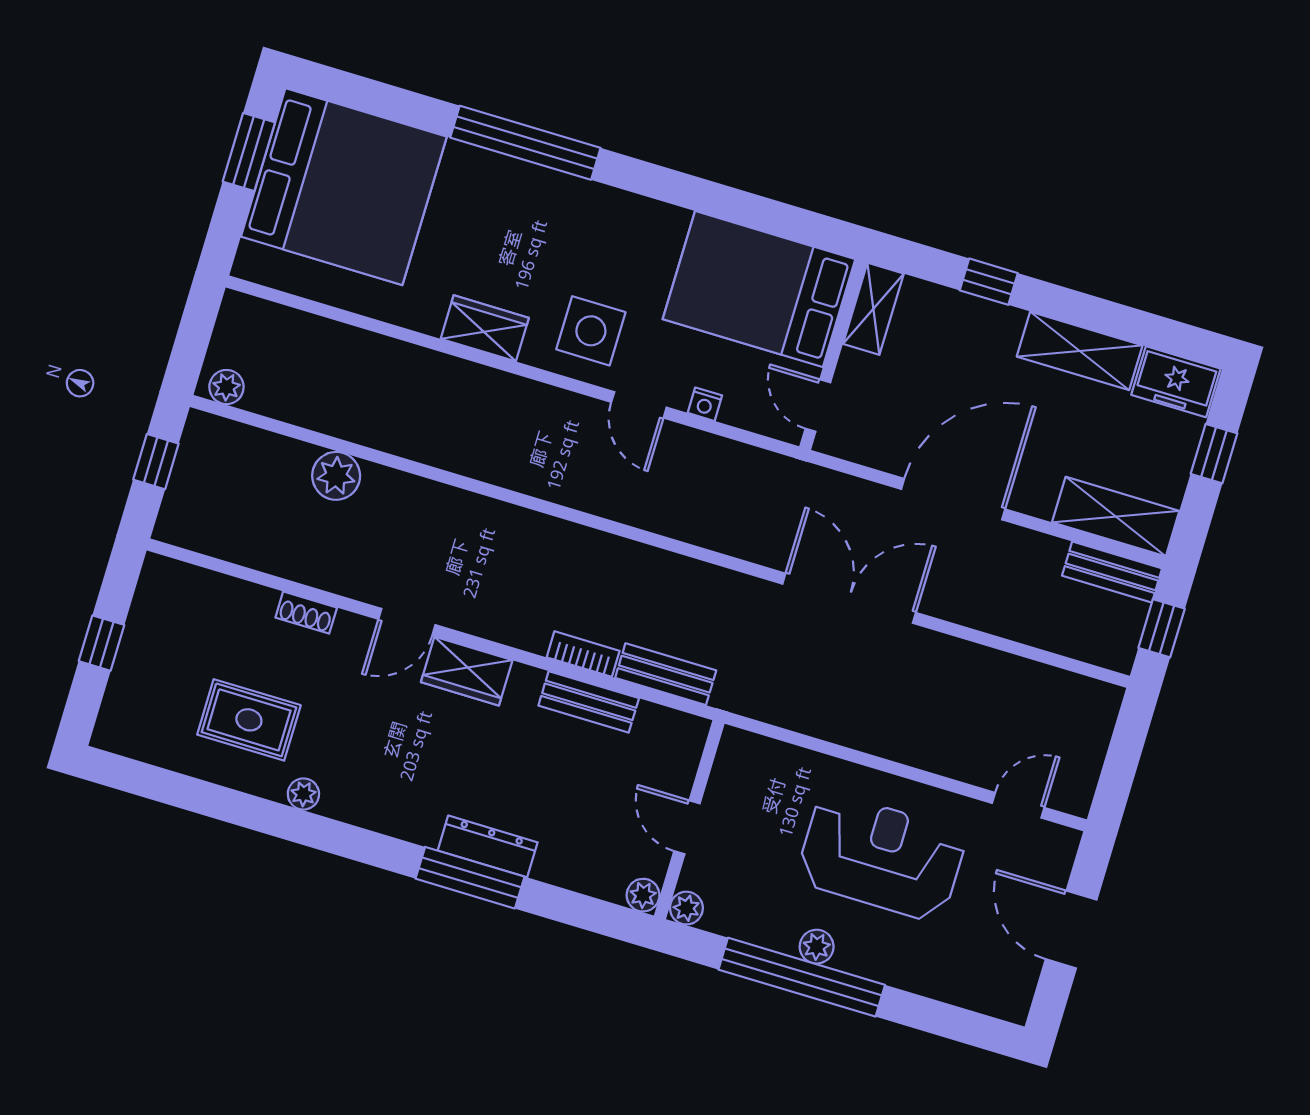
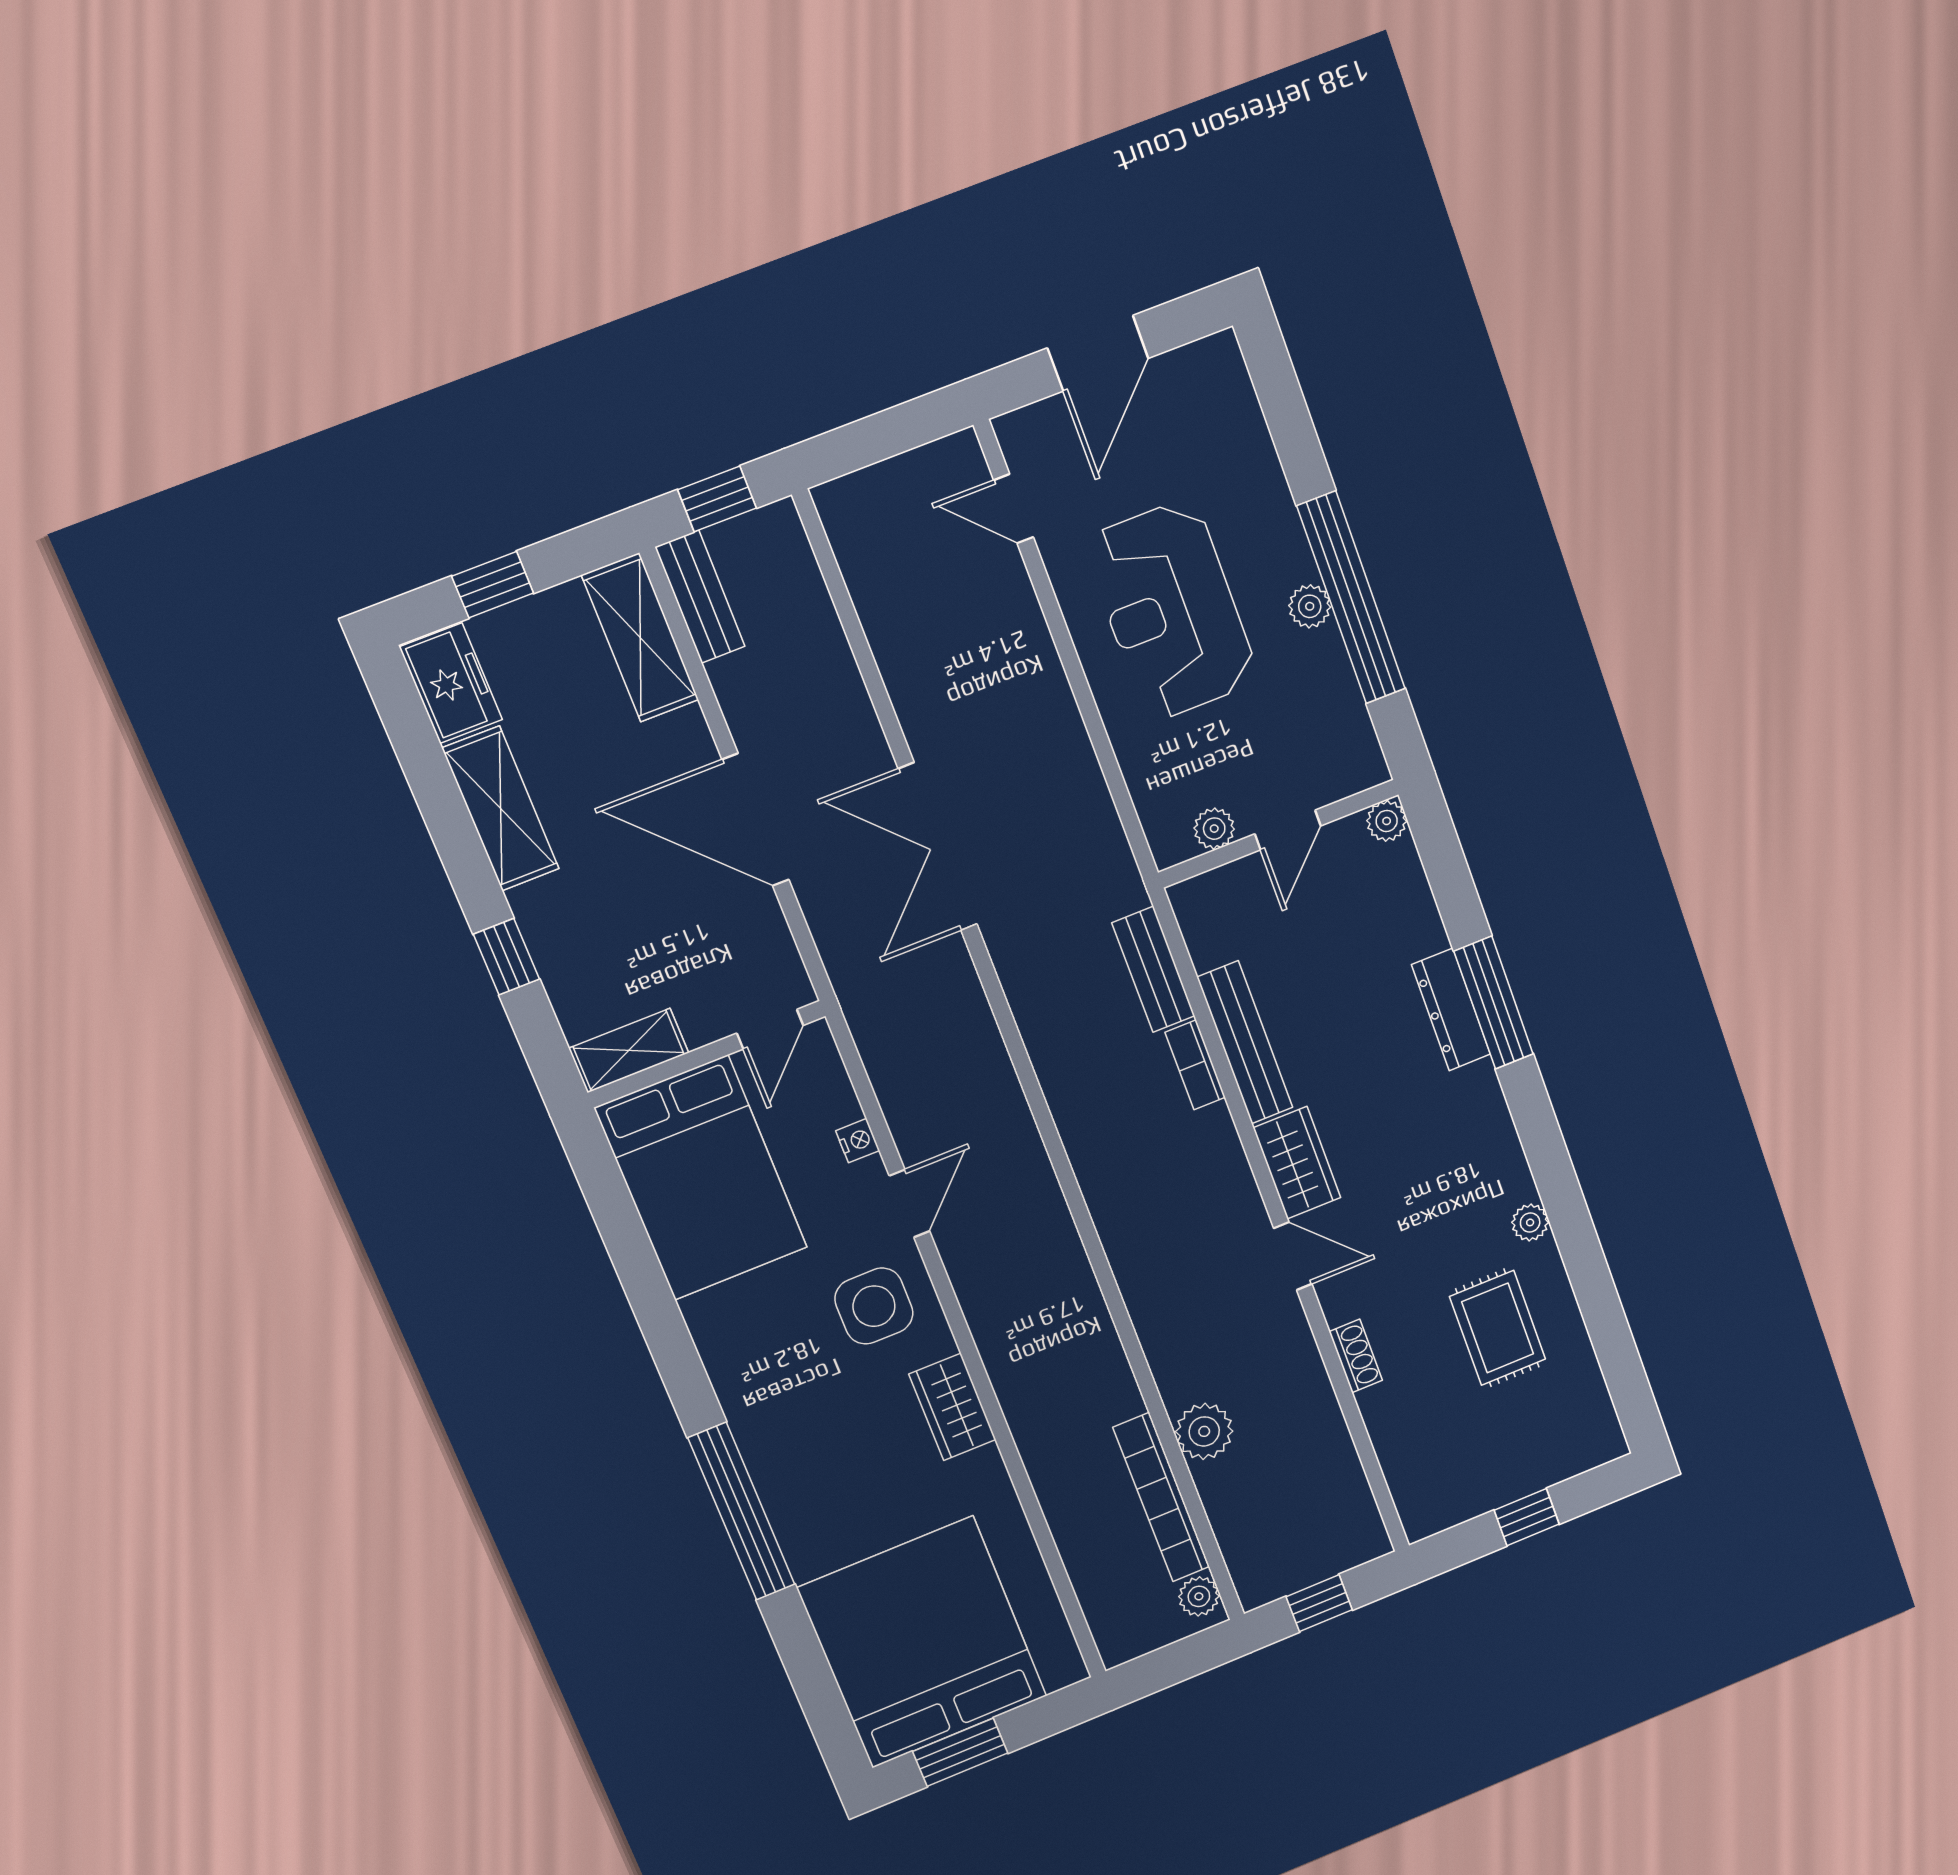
bookcase: (314, 414) -> (1161, 1497), added
bench: (589, 702) -> (1245, 1043), width x1.36
plant: (686, 908) -> (1214, 829), moved

